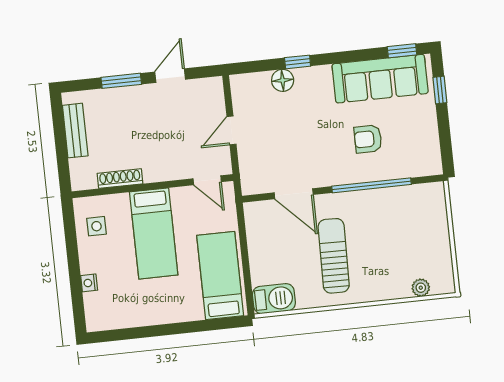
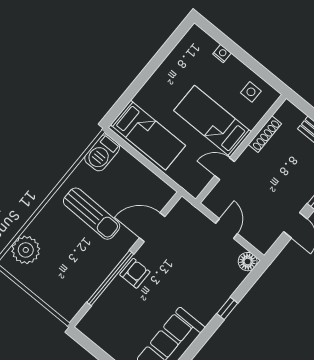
floor lamp: (283, 80) -> (248, 262), moved
armchair: (368, 139) -> (135, 273), moved
door: (207, 180) -> (225, 169), moved
plant: (421, 288) -> (26, 250), width x1.88, depth x1.88

